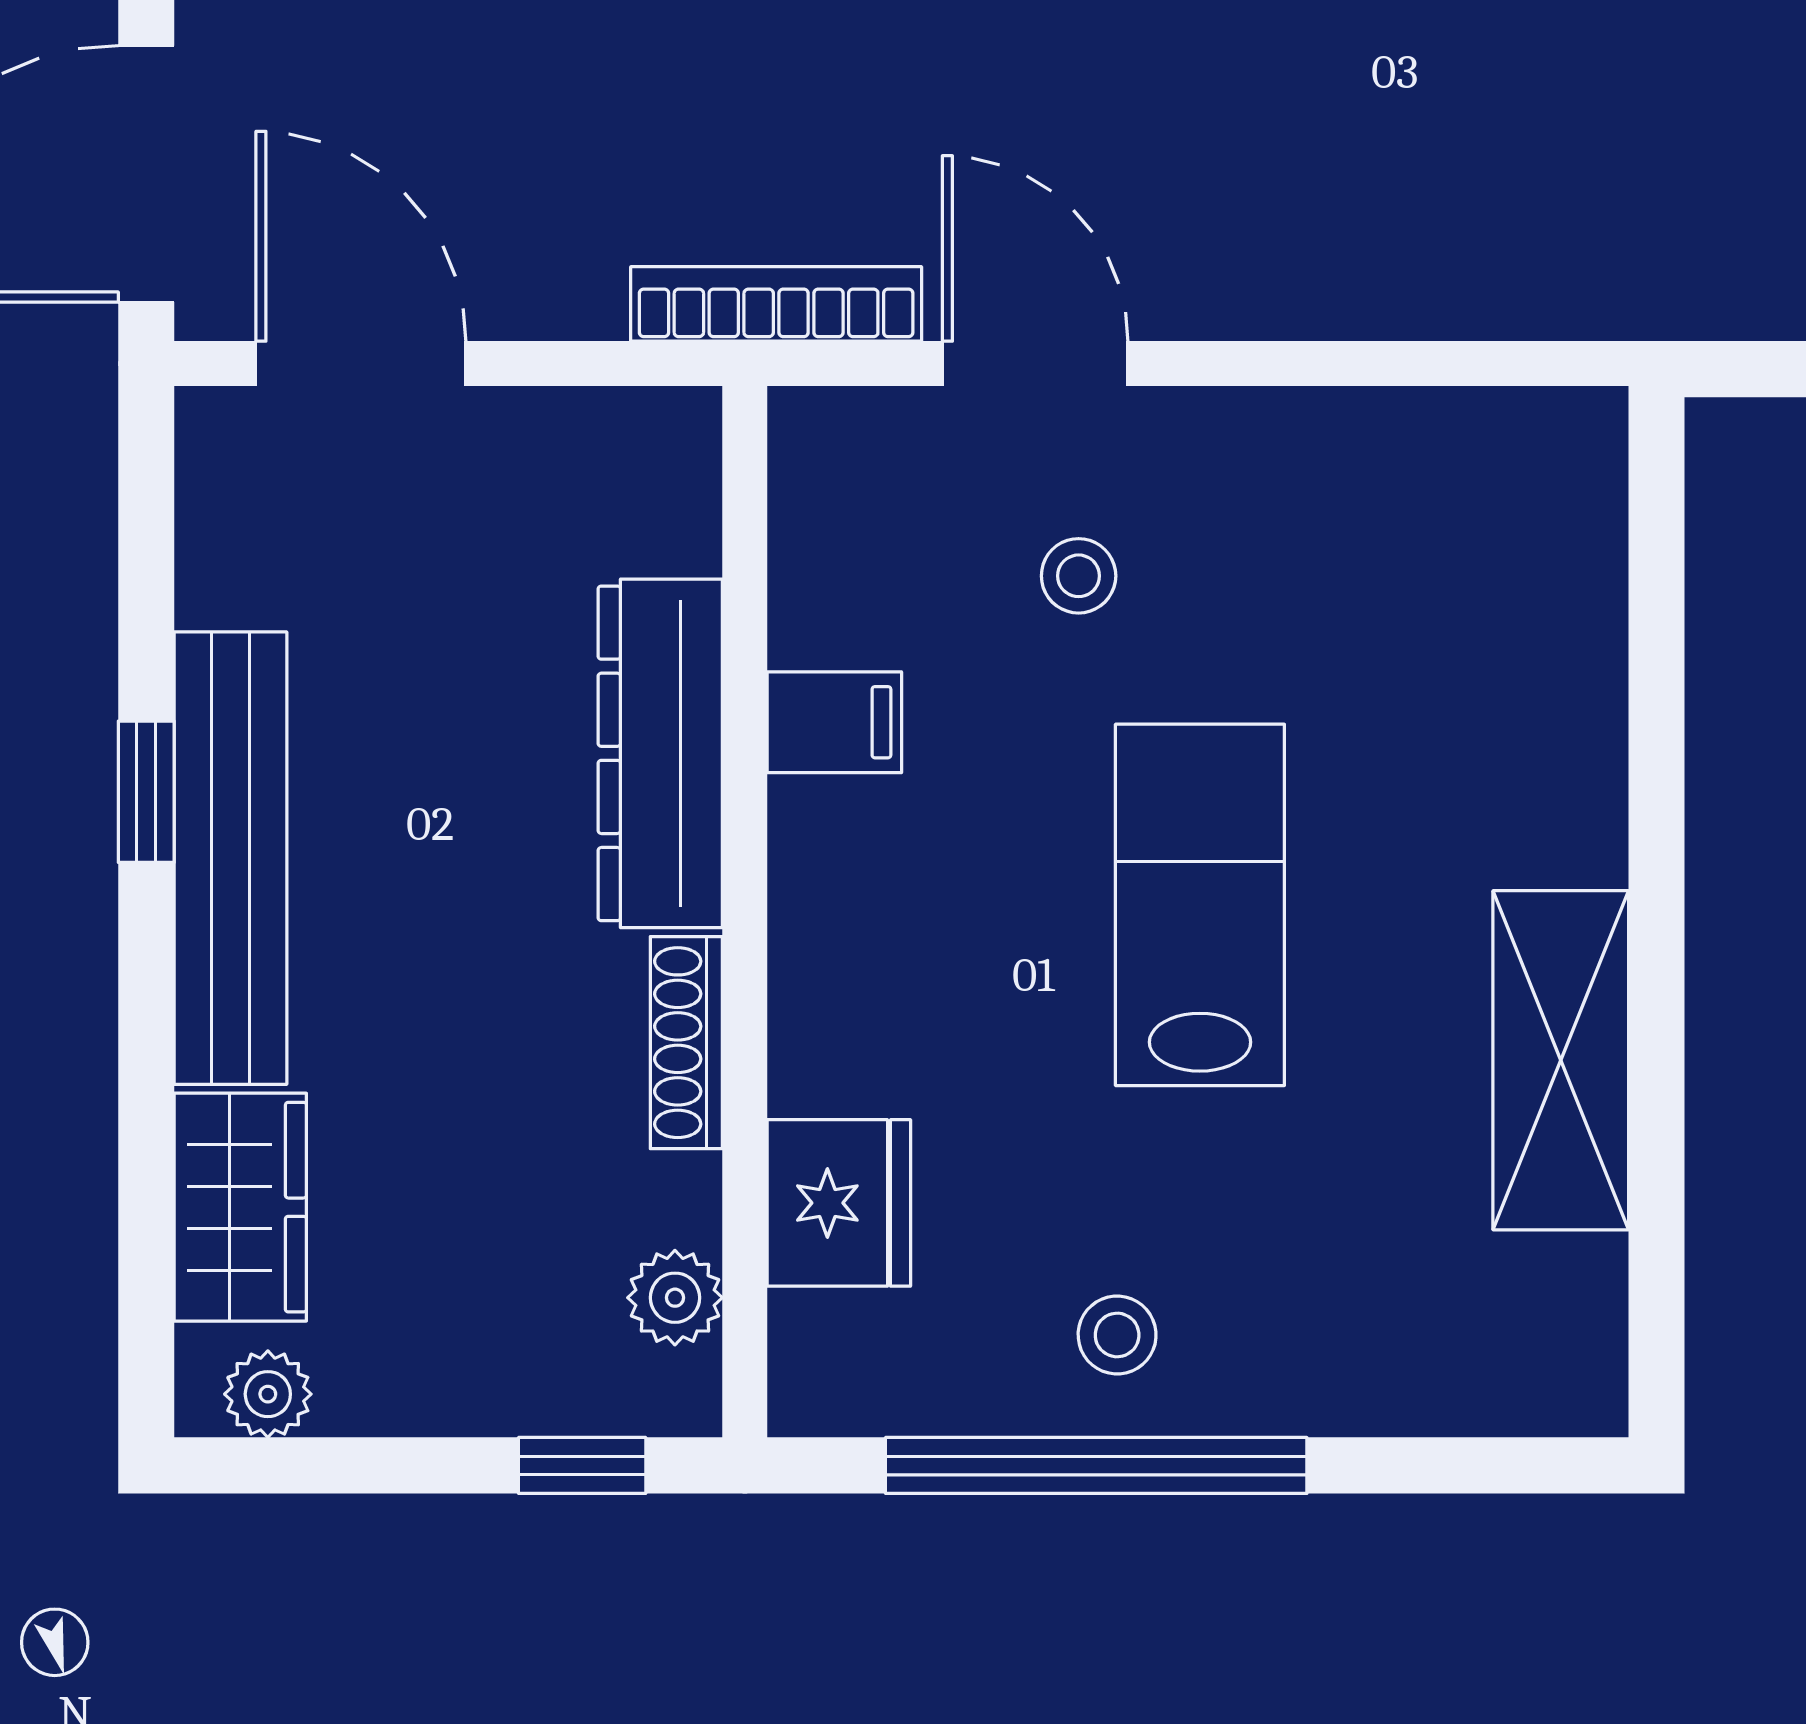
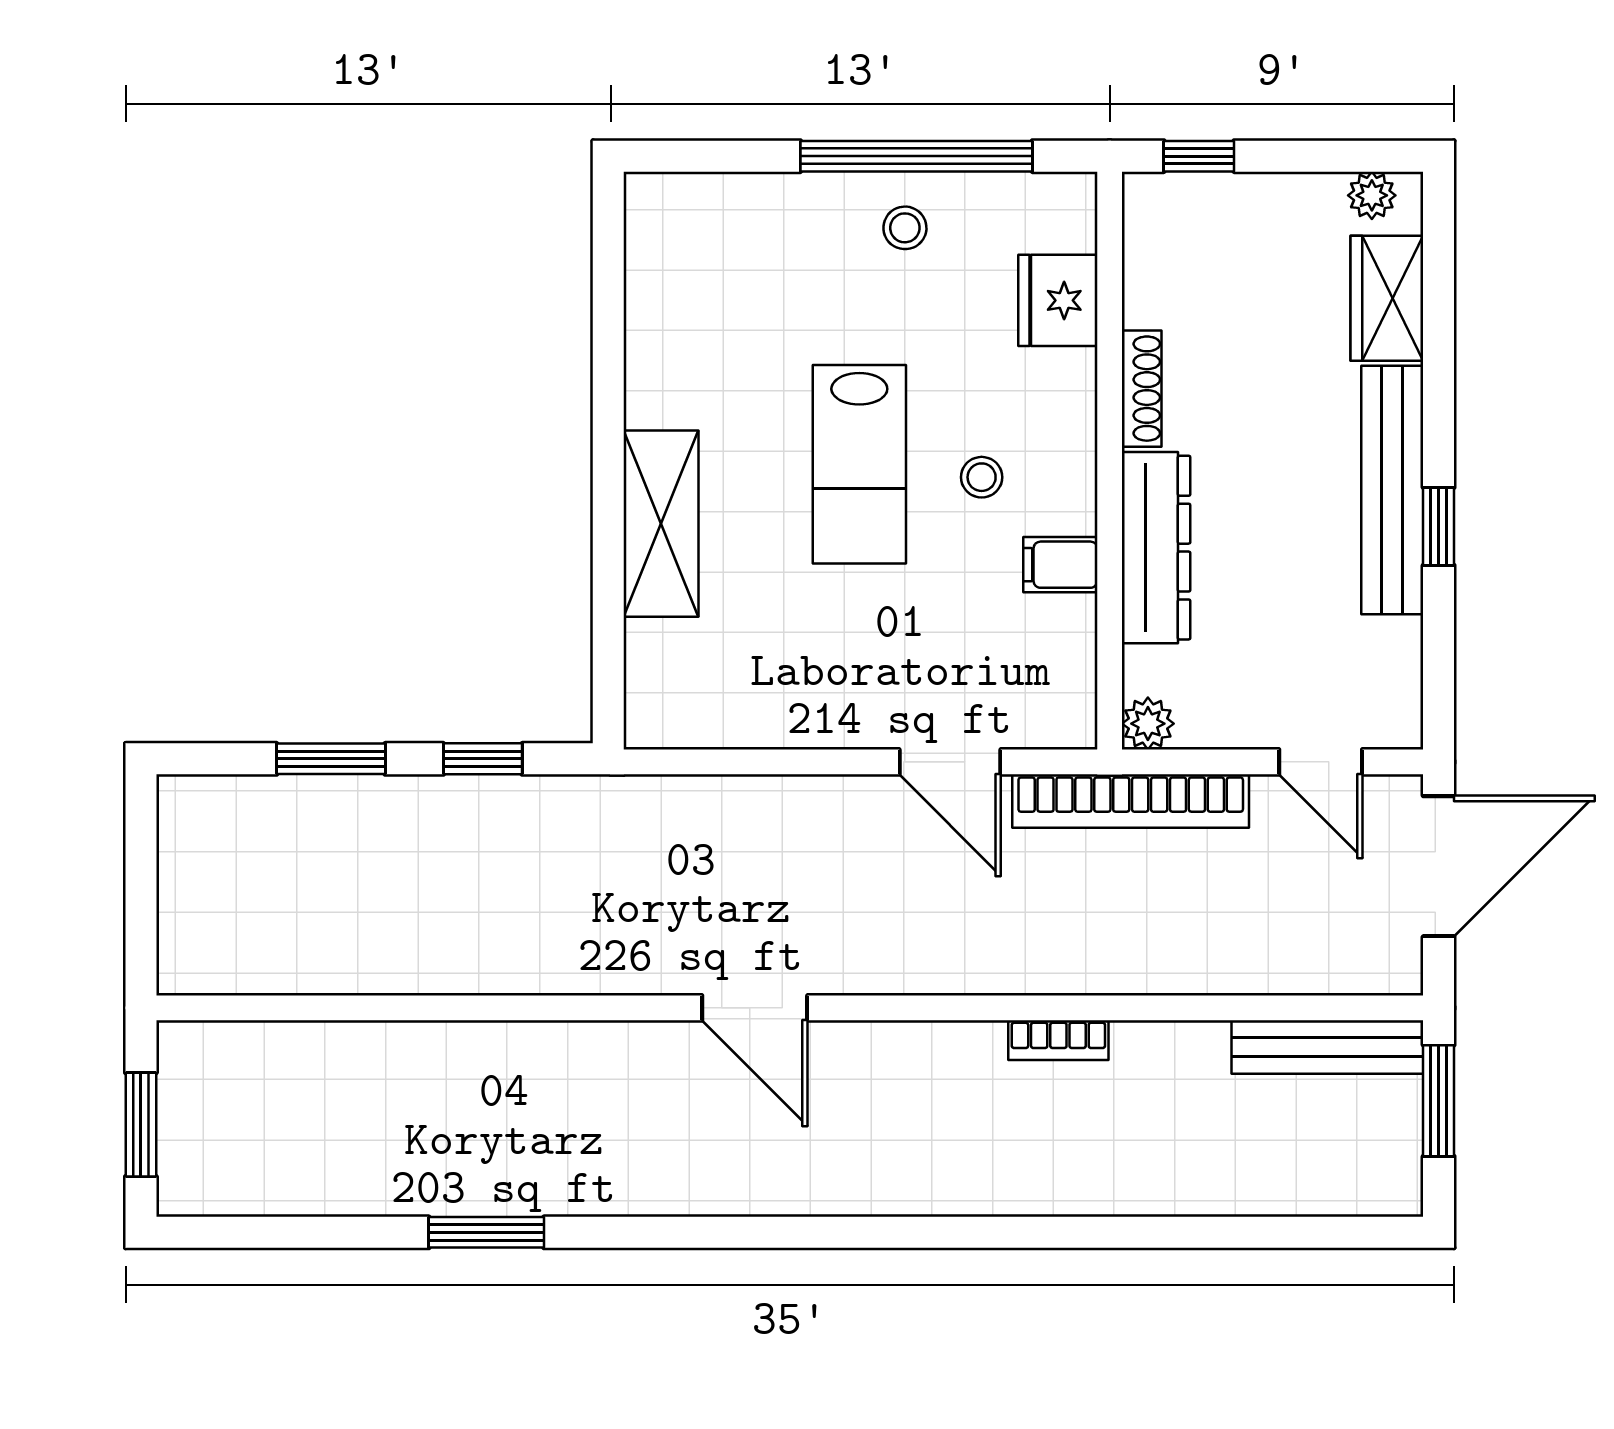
bookcase: (776, 304) -> (1131, 801), width x1.48, depth x1.31
door: (361, 364) -> (1321, 762), width x0.73
stool: (1079, 576) -> (982, 477), moved
shelving: (1561, 1060) -> (661, 524), moved
plant: (675, 1298) -> (1148, 724), moved

